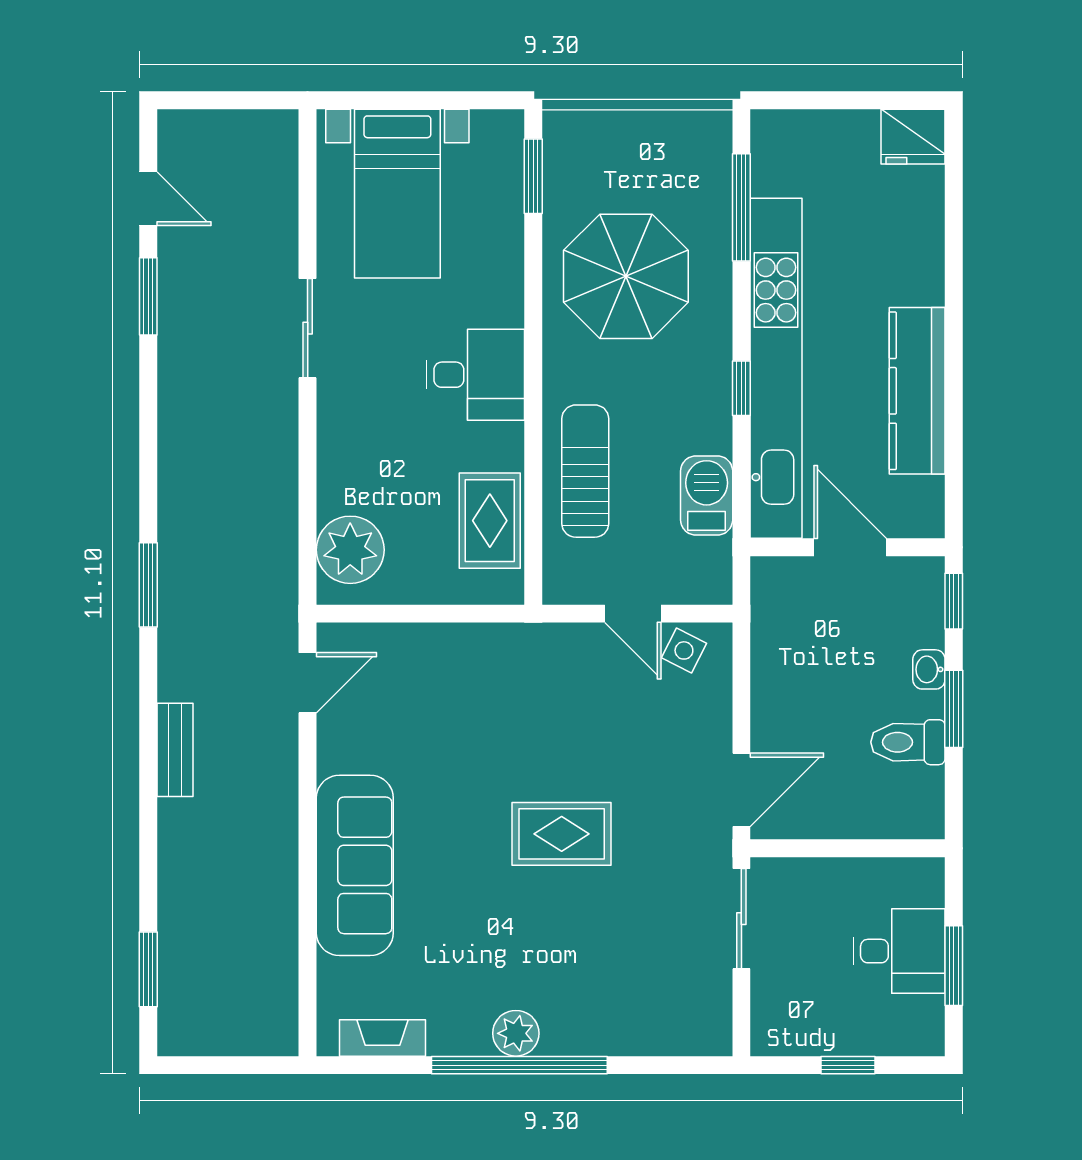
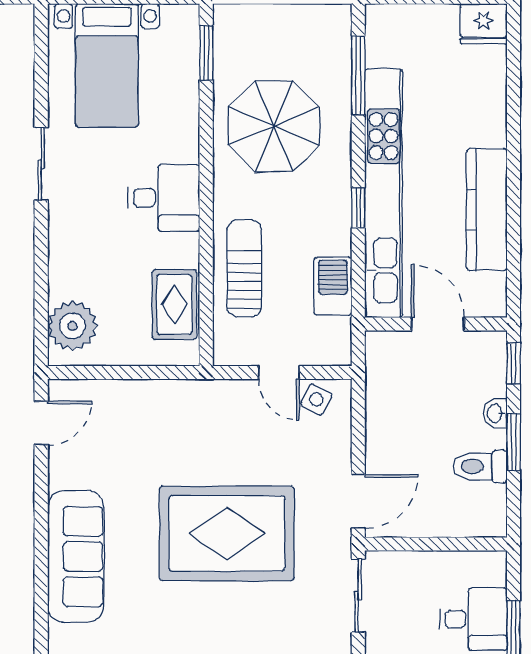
rug: (562, 834) -> (227, 533), width x1.86, depth x2.06

